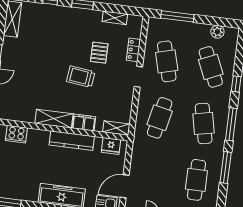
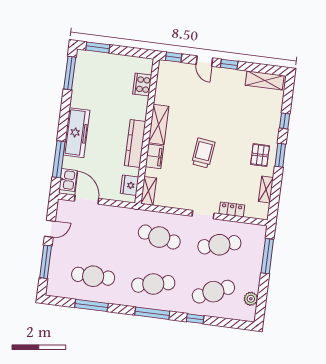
pallet: (99, 53) -> (260, 155), moved, turned 90
window: (226, 167) -> (91, 305), moved

